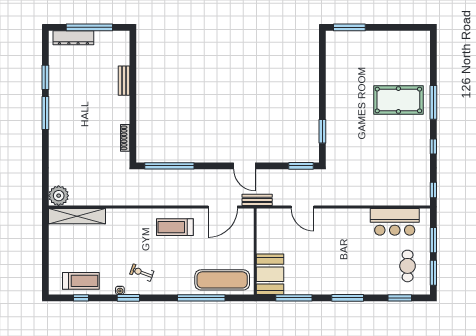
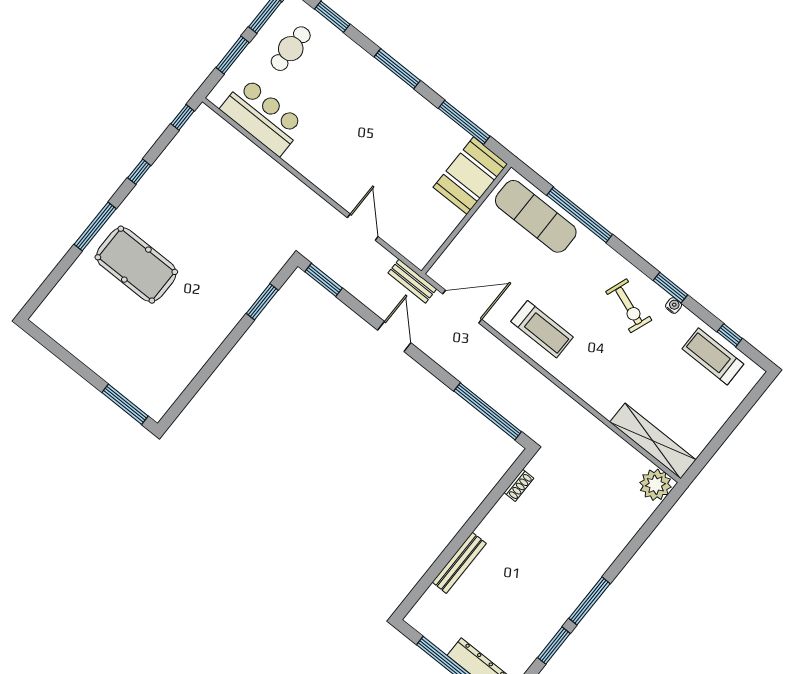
bench: (124, 81) -> (459, 563), width x1.36
shoe rack: (125, 138) -> (519, 485), width x0.70
exercise bike: (142, 273) -> (629, 306), width x1.38, depth x1.39

